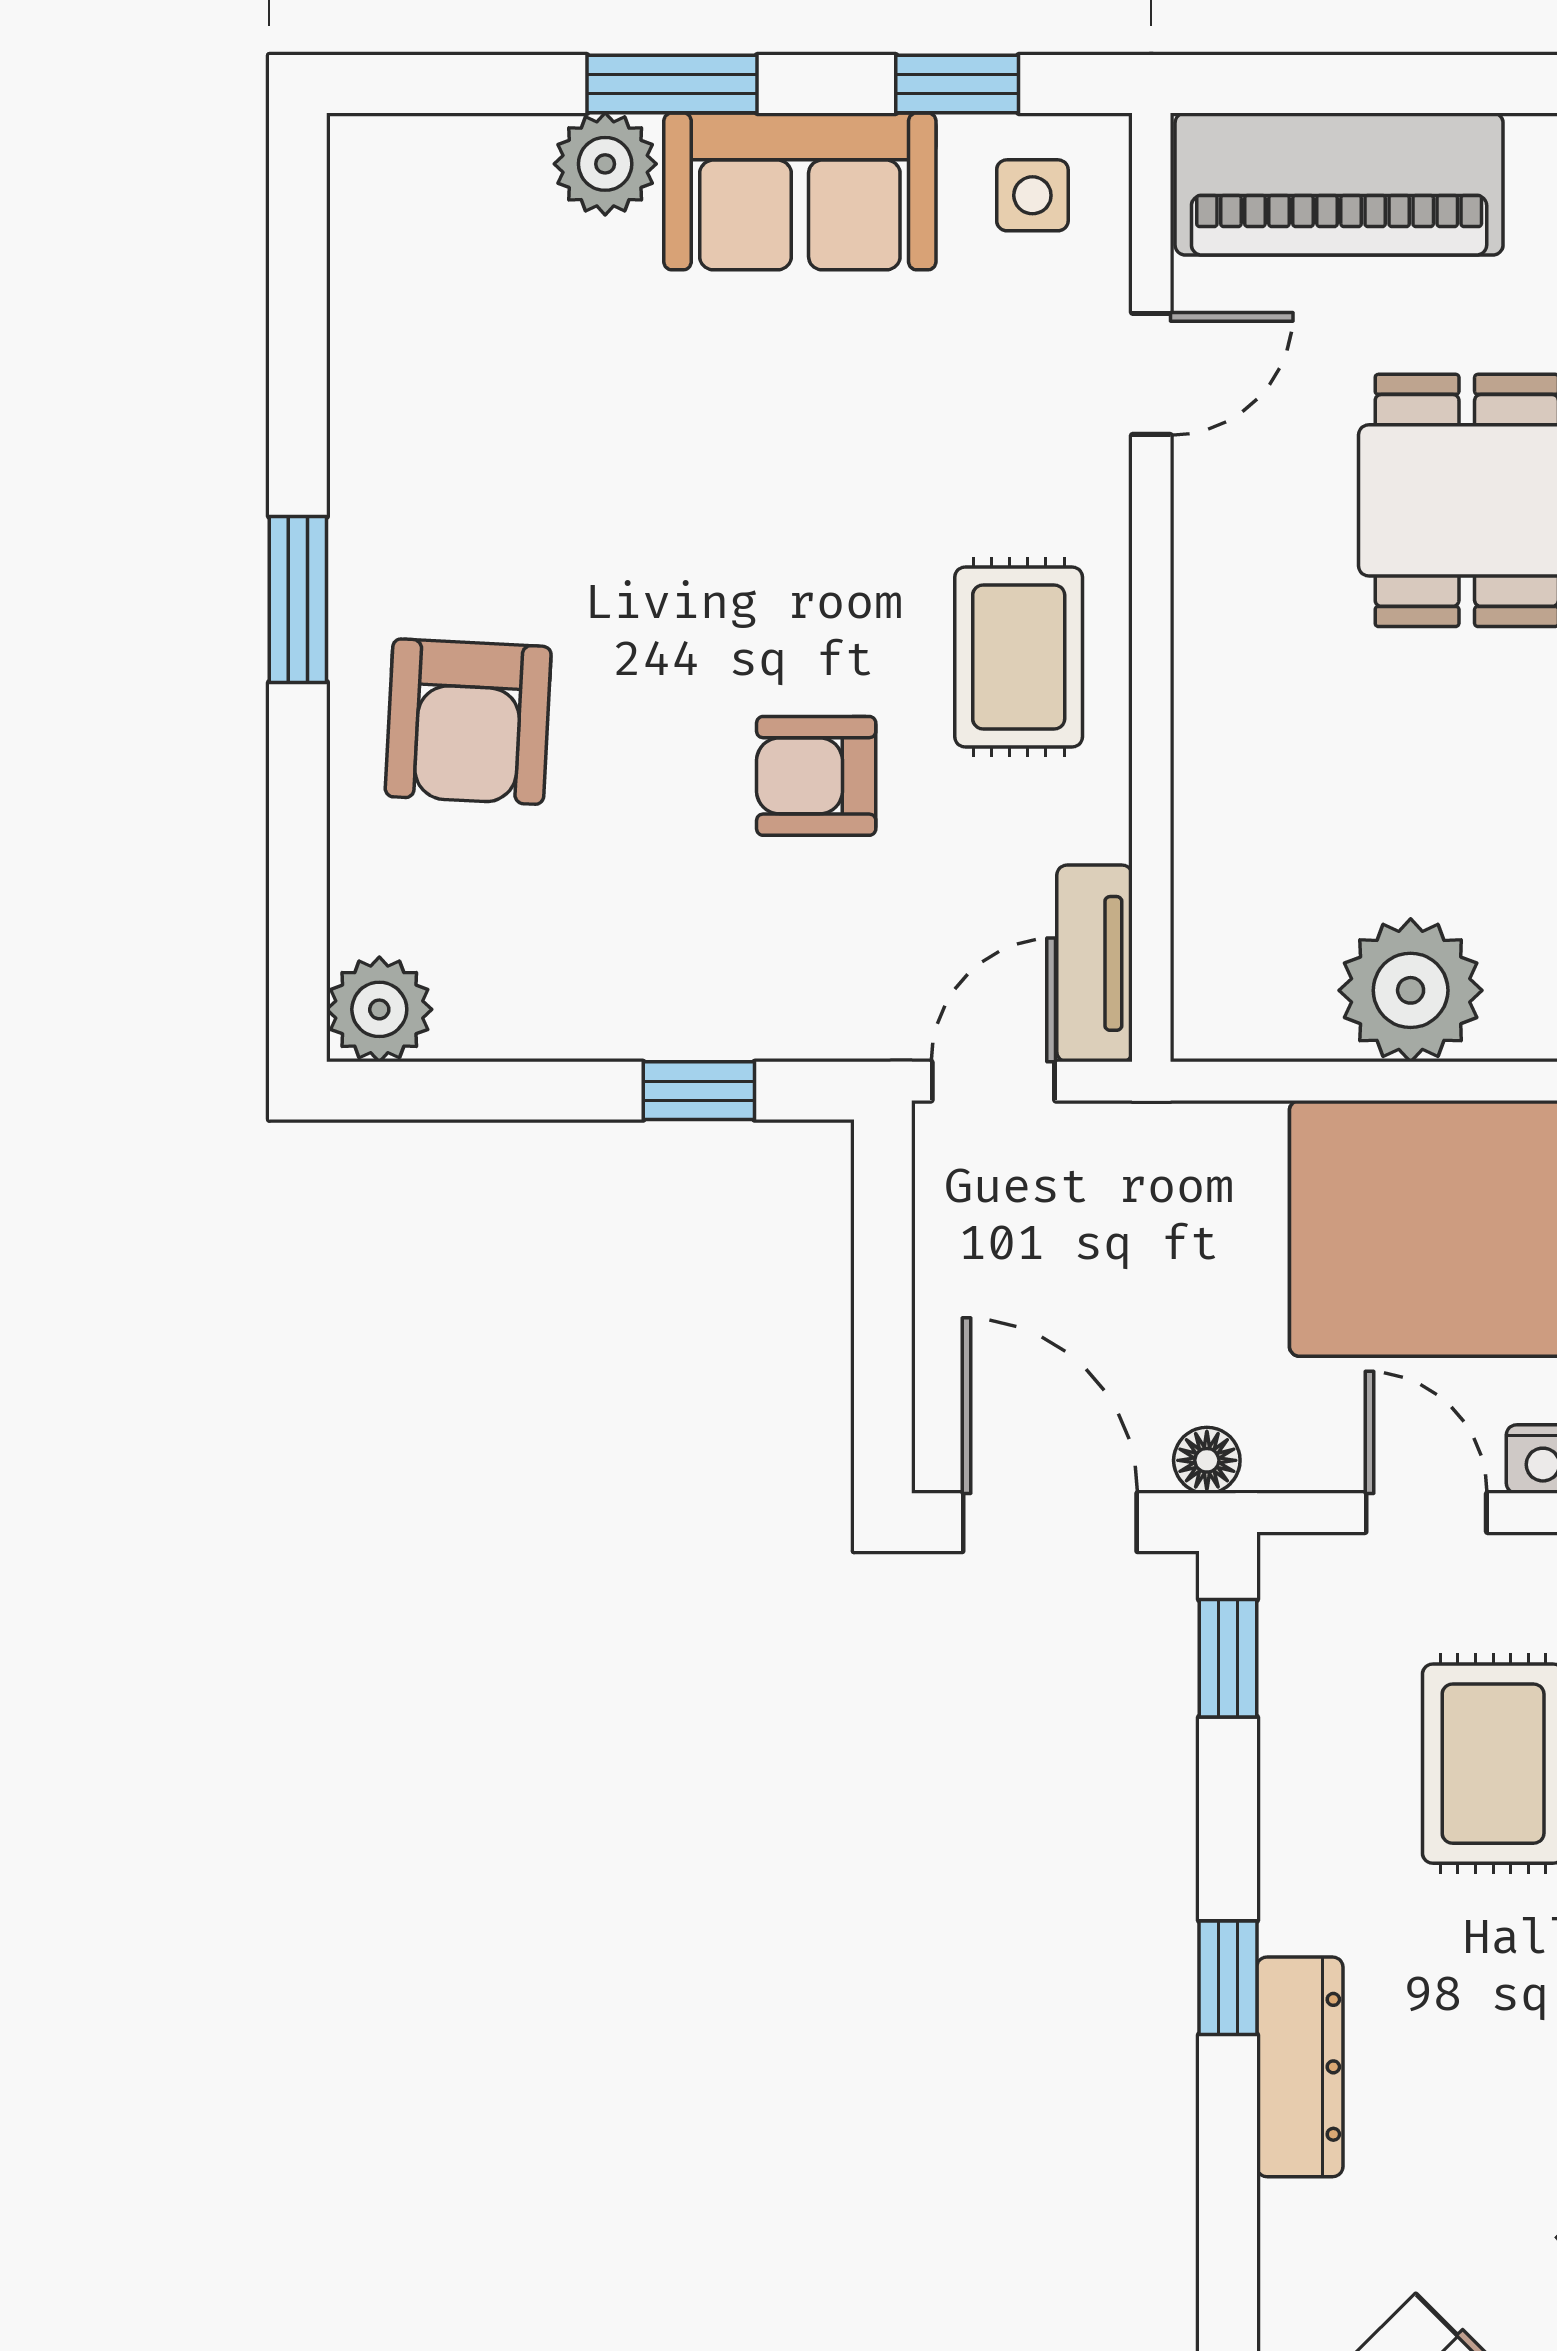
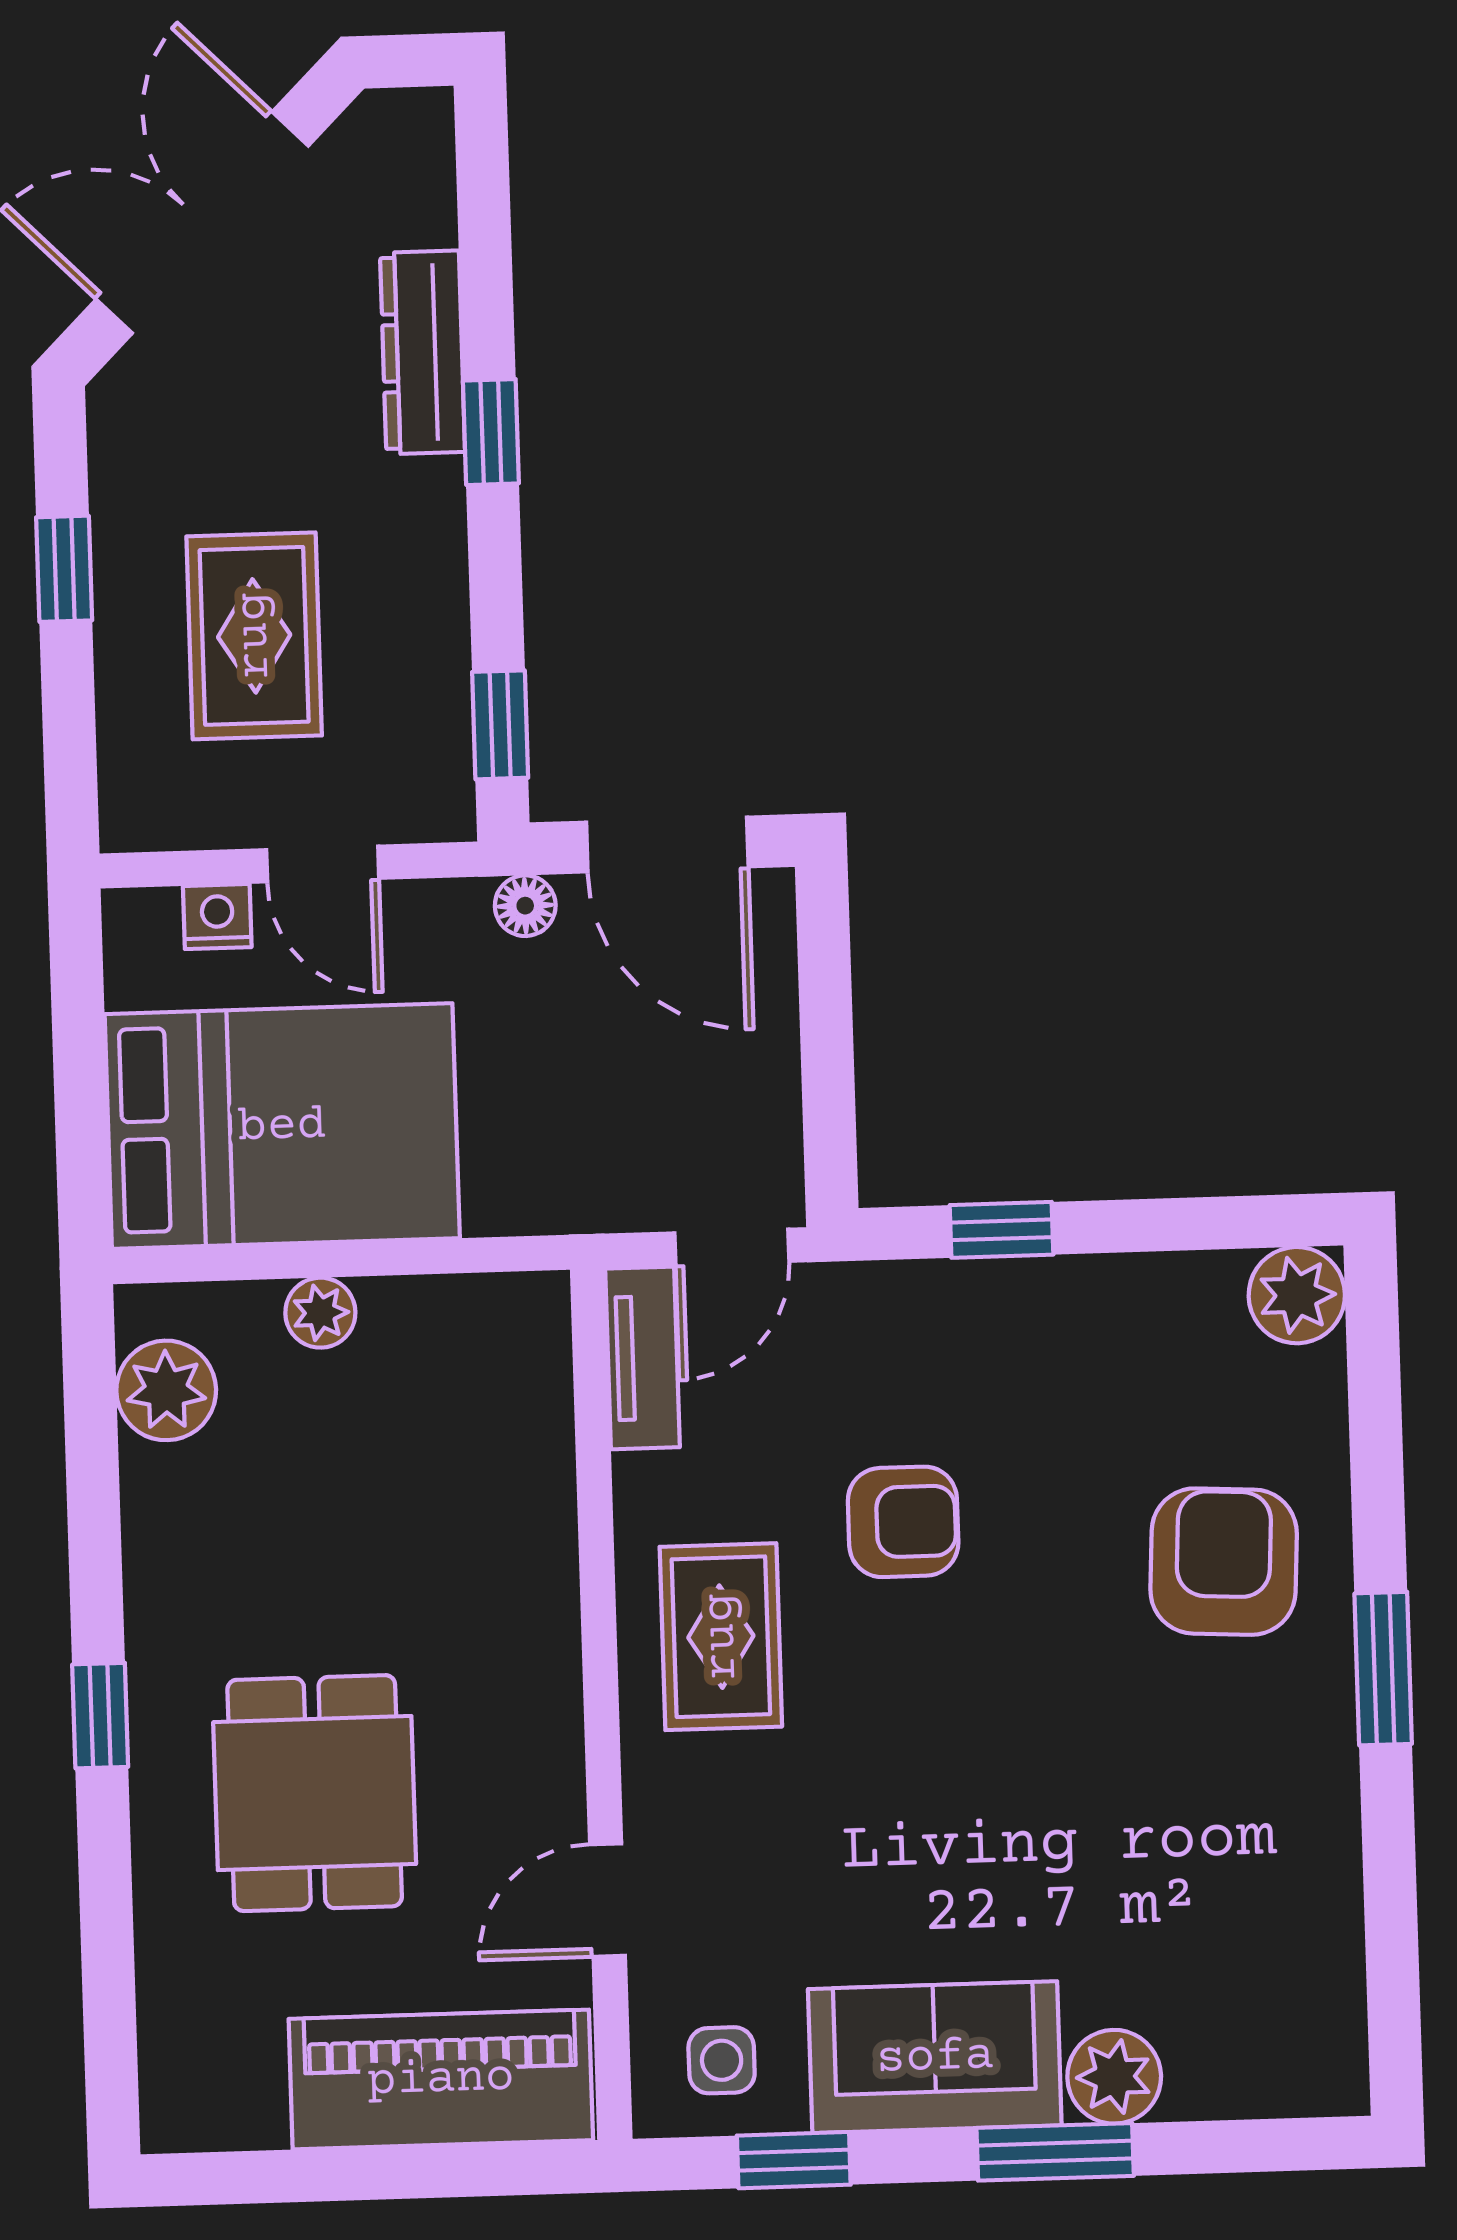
plant: (1411, 990) -> (320, 1313), width x0.53, depth x0.53

